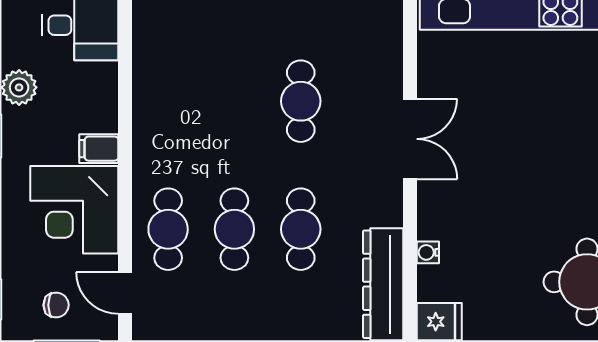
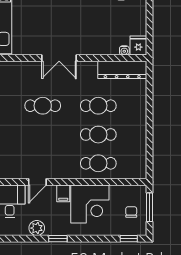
double door: (410, 139) -> (59, 58), swing flipped
water cooler: (428, 252) -> (124, 50), moved
door: (125, 293) -> (37, 182), moved

